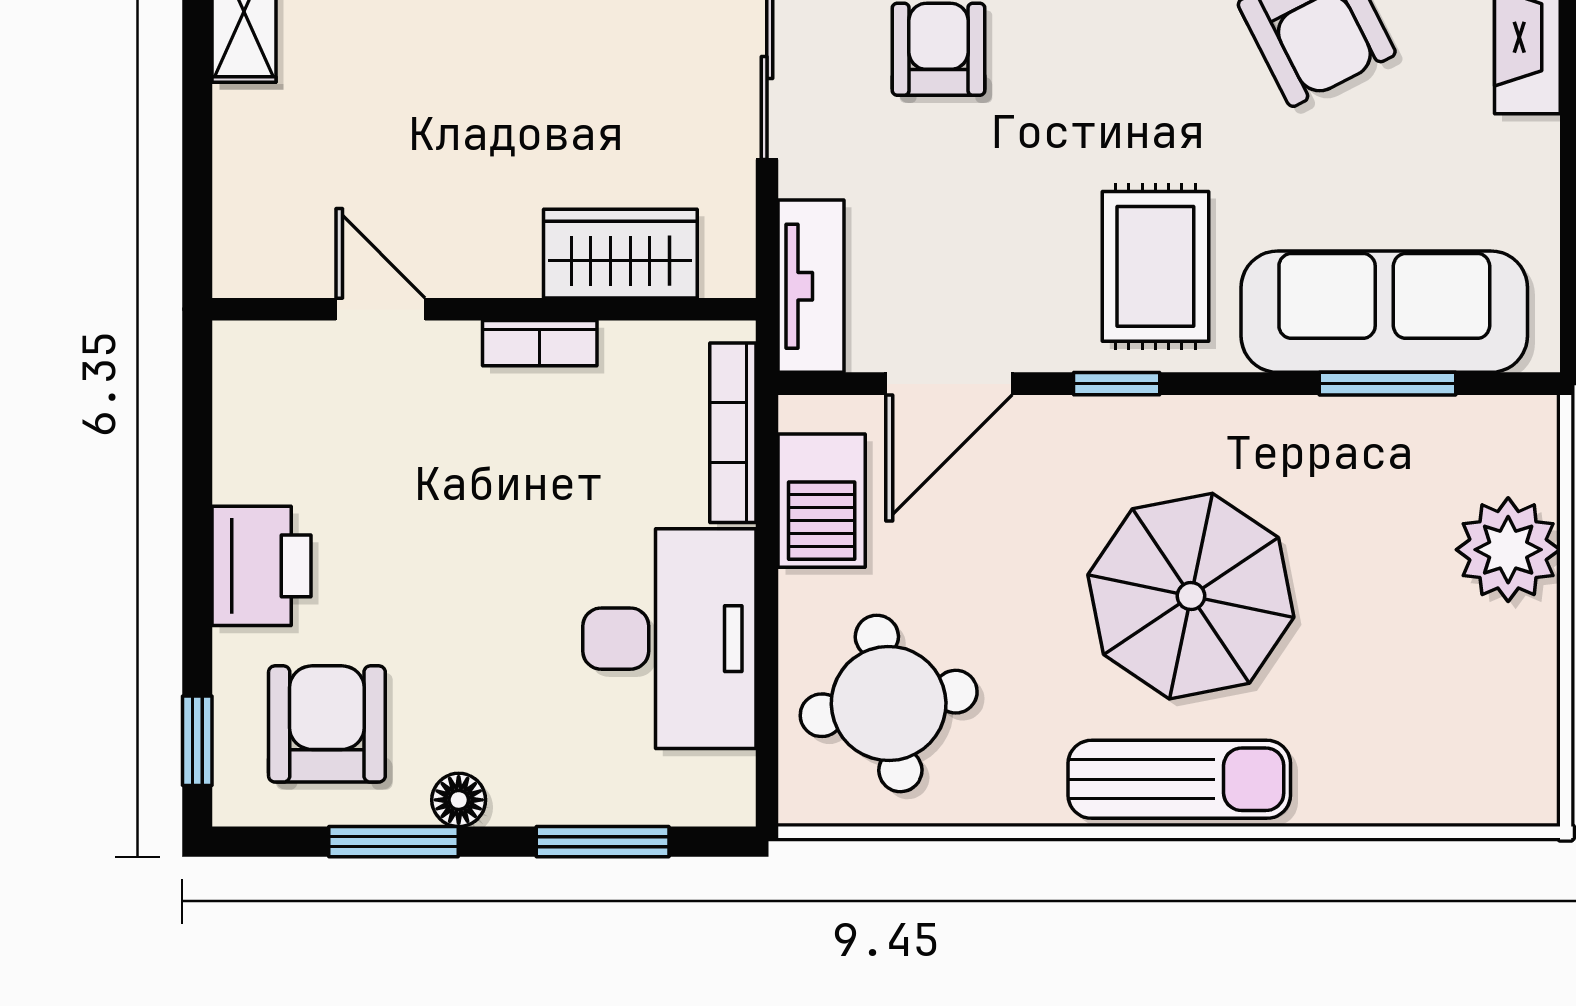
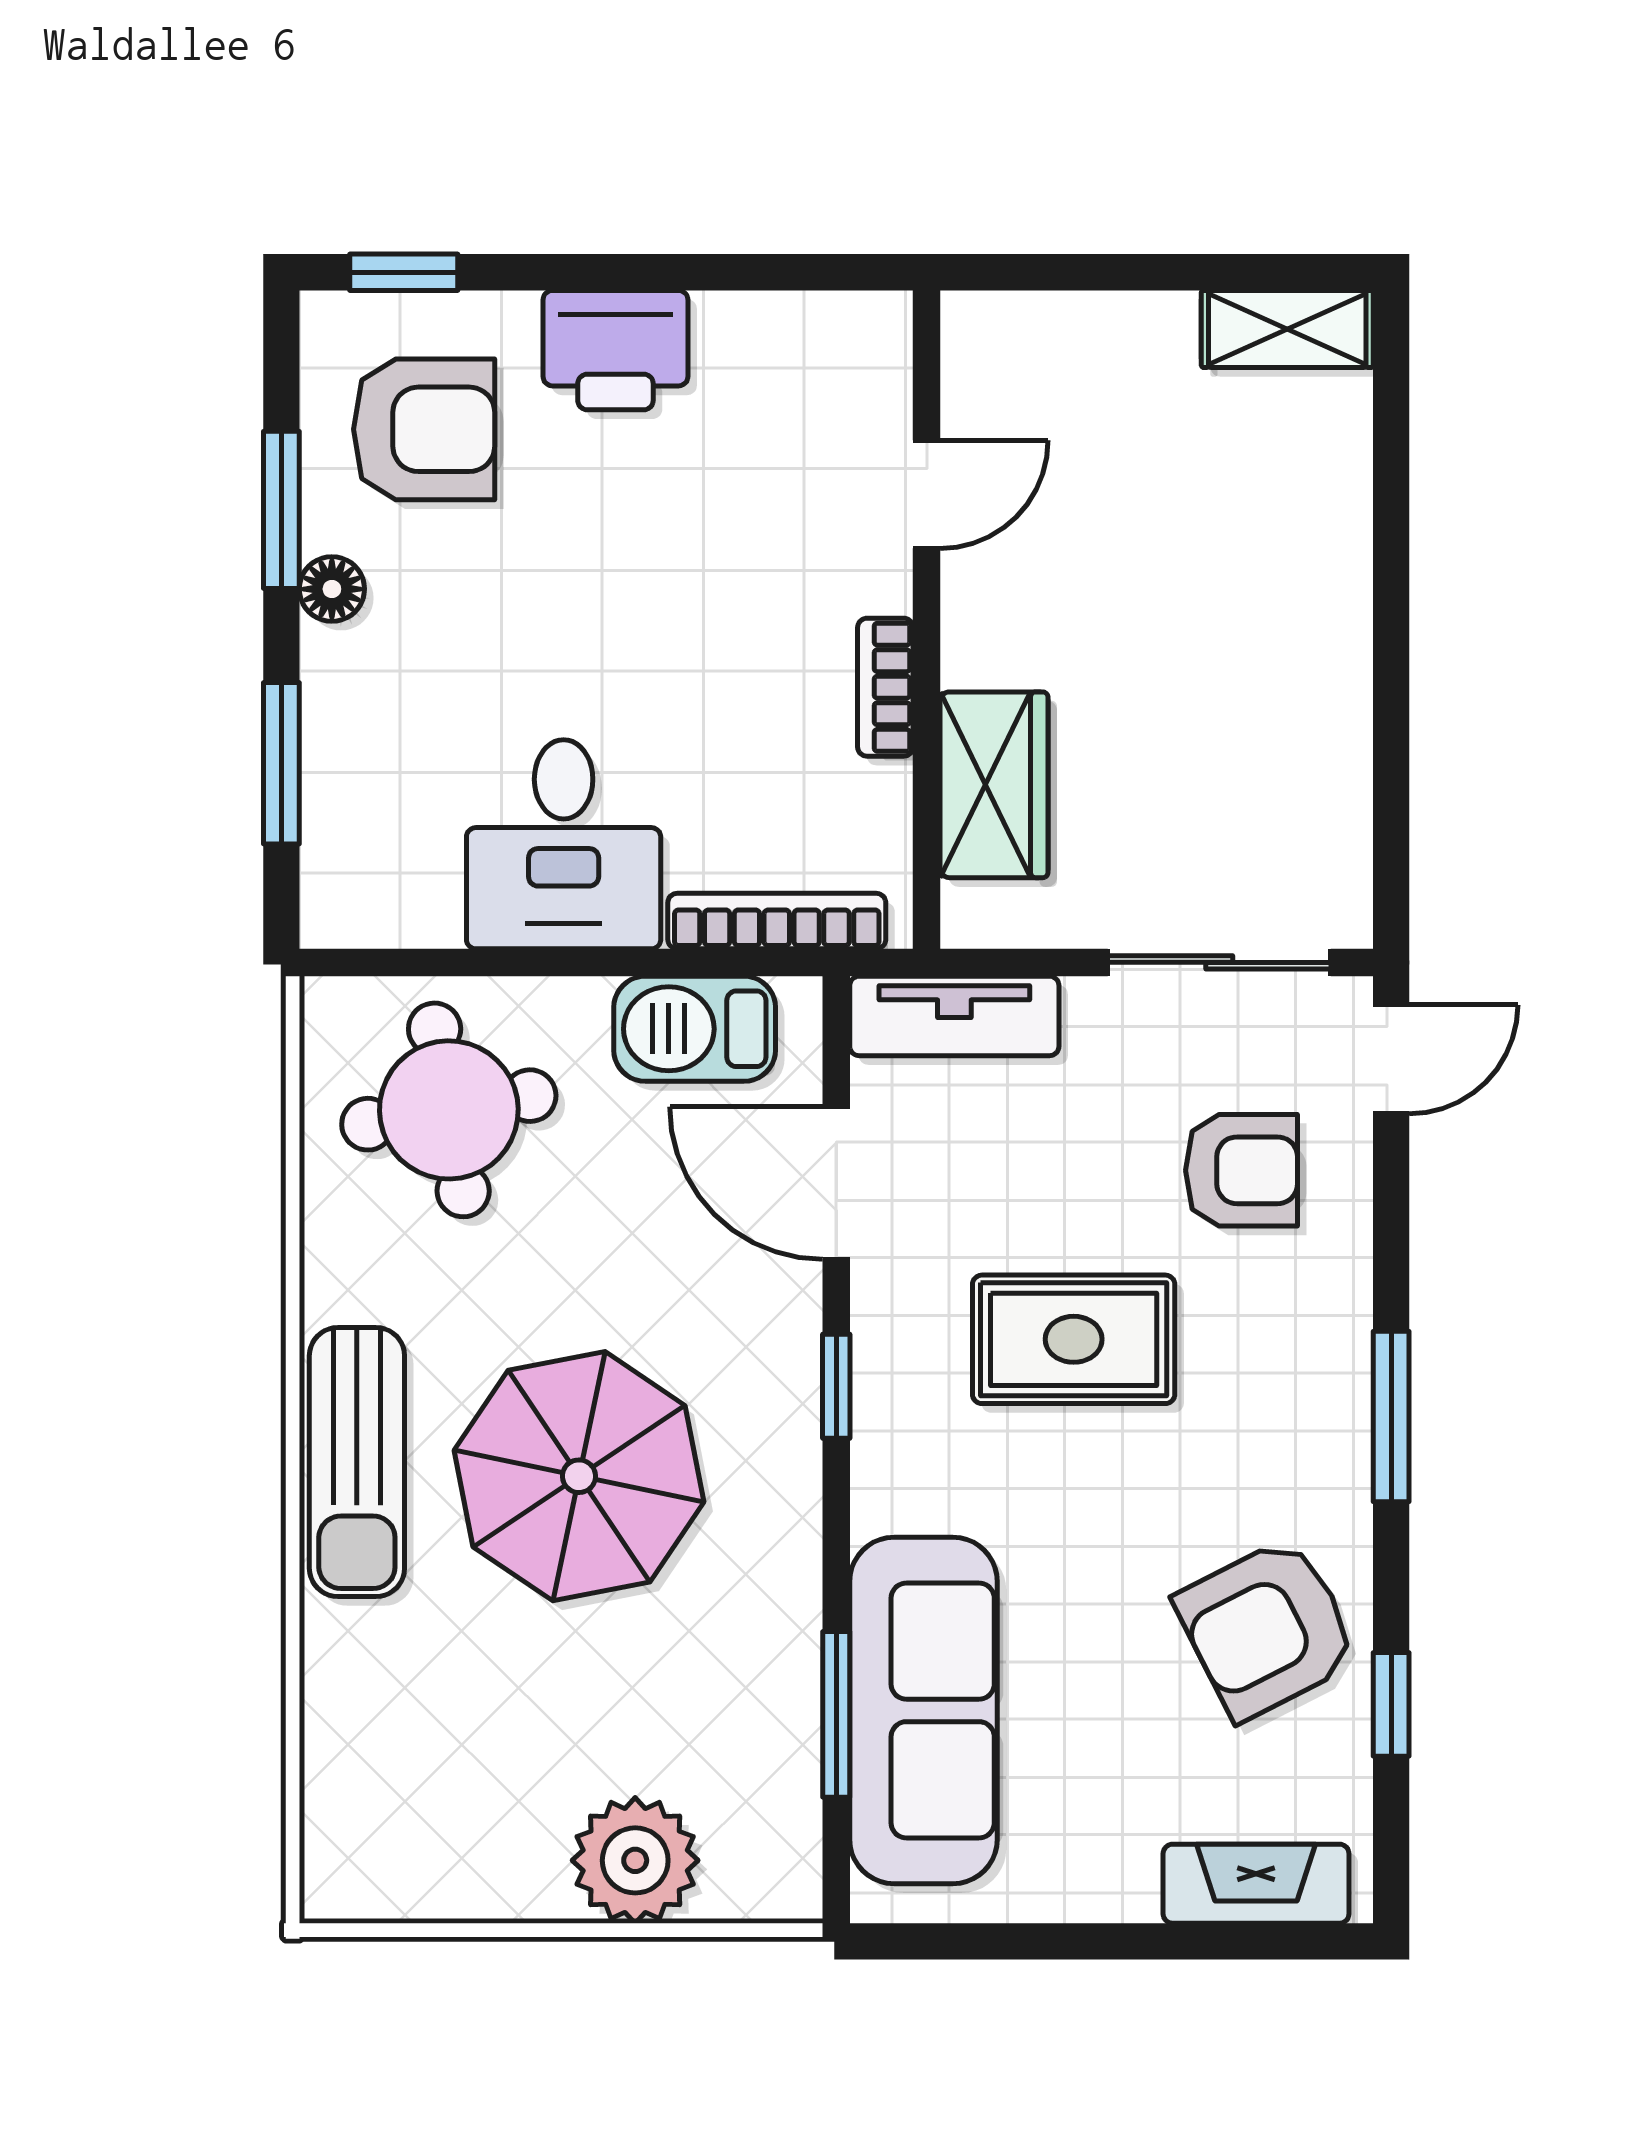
rug: (1155, 266) -> (1074, 1339), moved
desk: (669, 639) -> (564, 844), width x0.73

